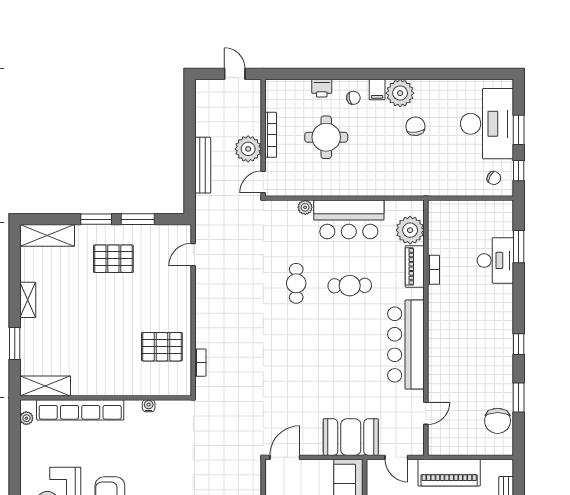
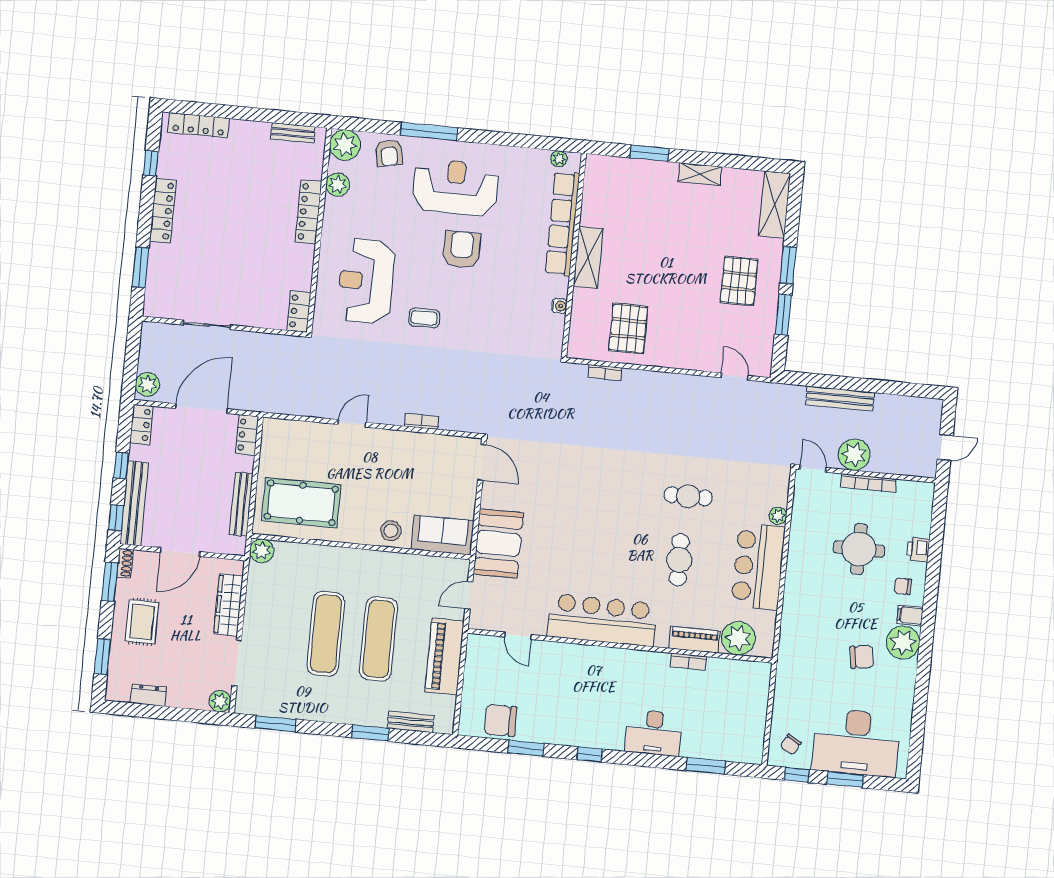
chair: (353, 98) -> (903, 586), turned 101
desk: (495, 260) -> (654, 733), moved
shelving: (45, 386) -> (588, 257), moved

